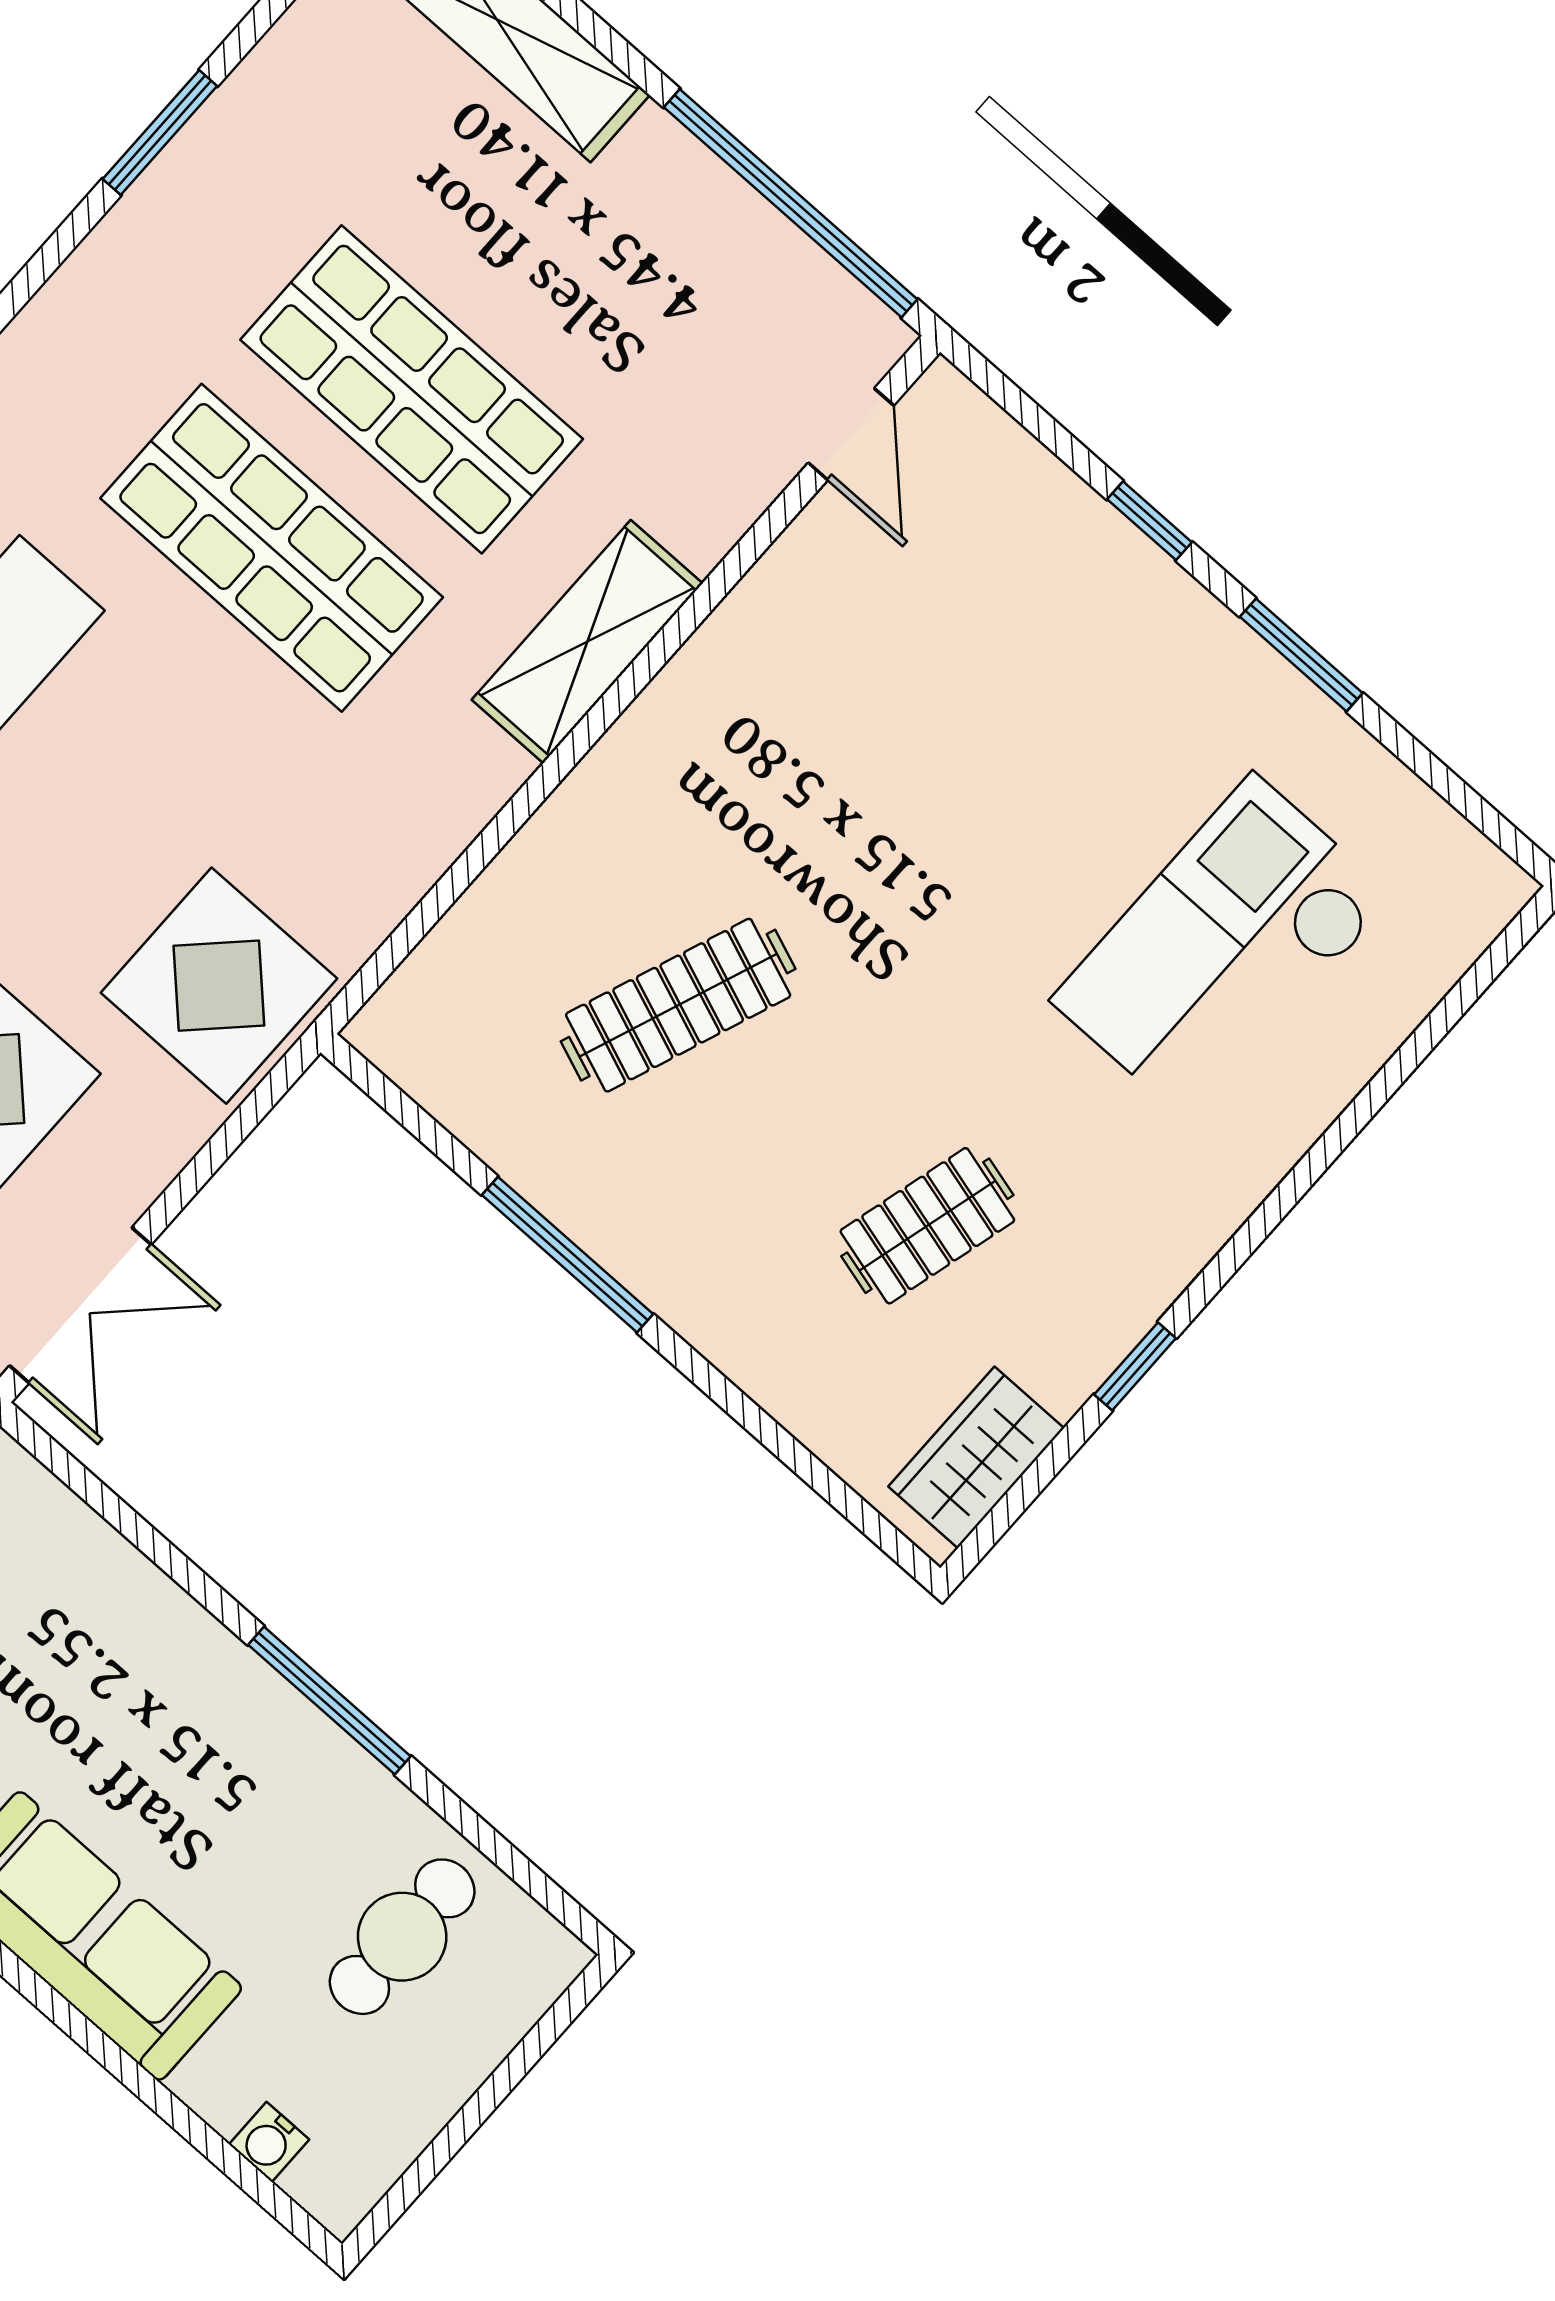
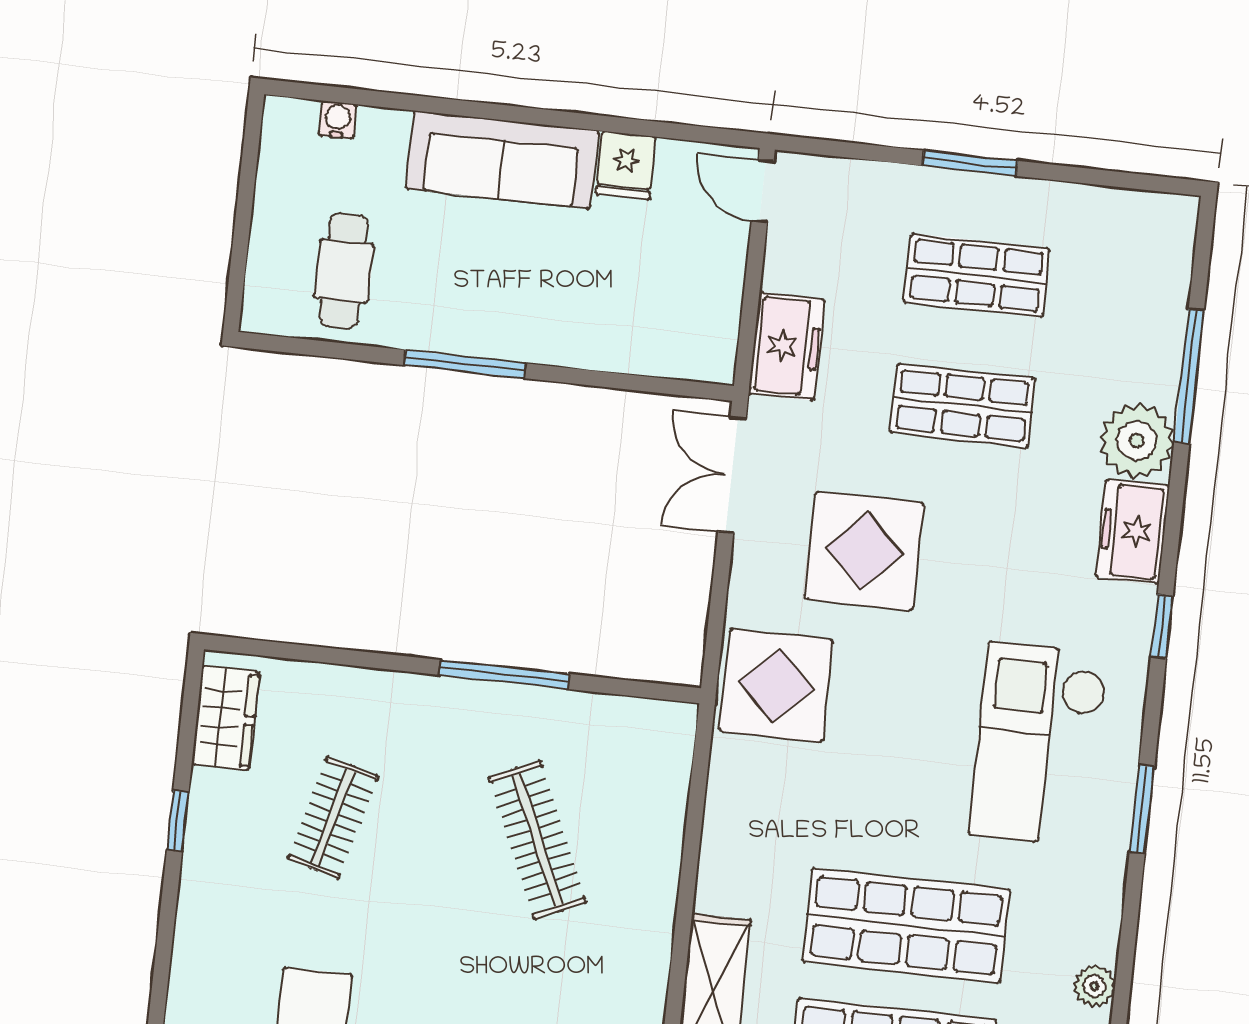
plant: (80, 292) -> (1094, 986), added
clothes rail: (678, 1005) -> (537, 840), turned -45

